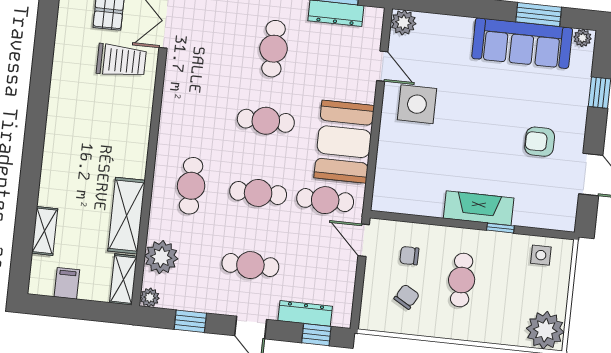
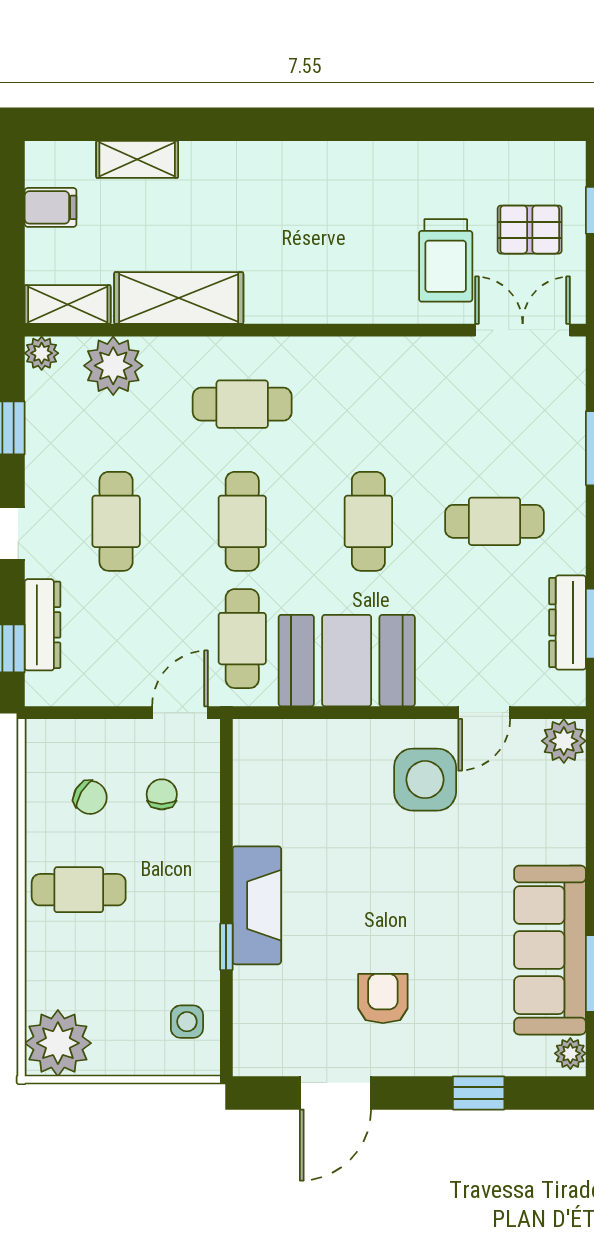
cafe table: (462, 280) -> (79, 890), moved

